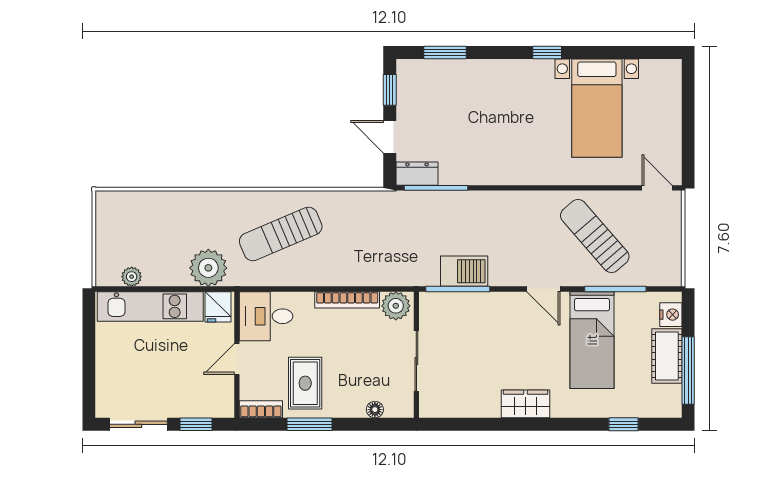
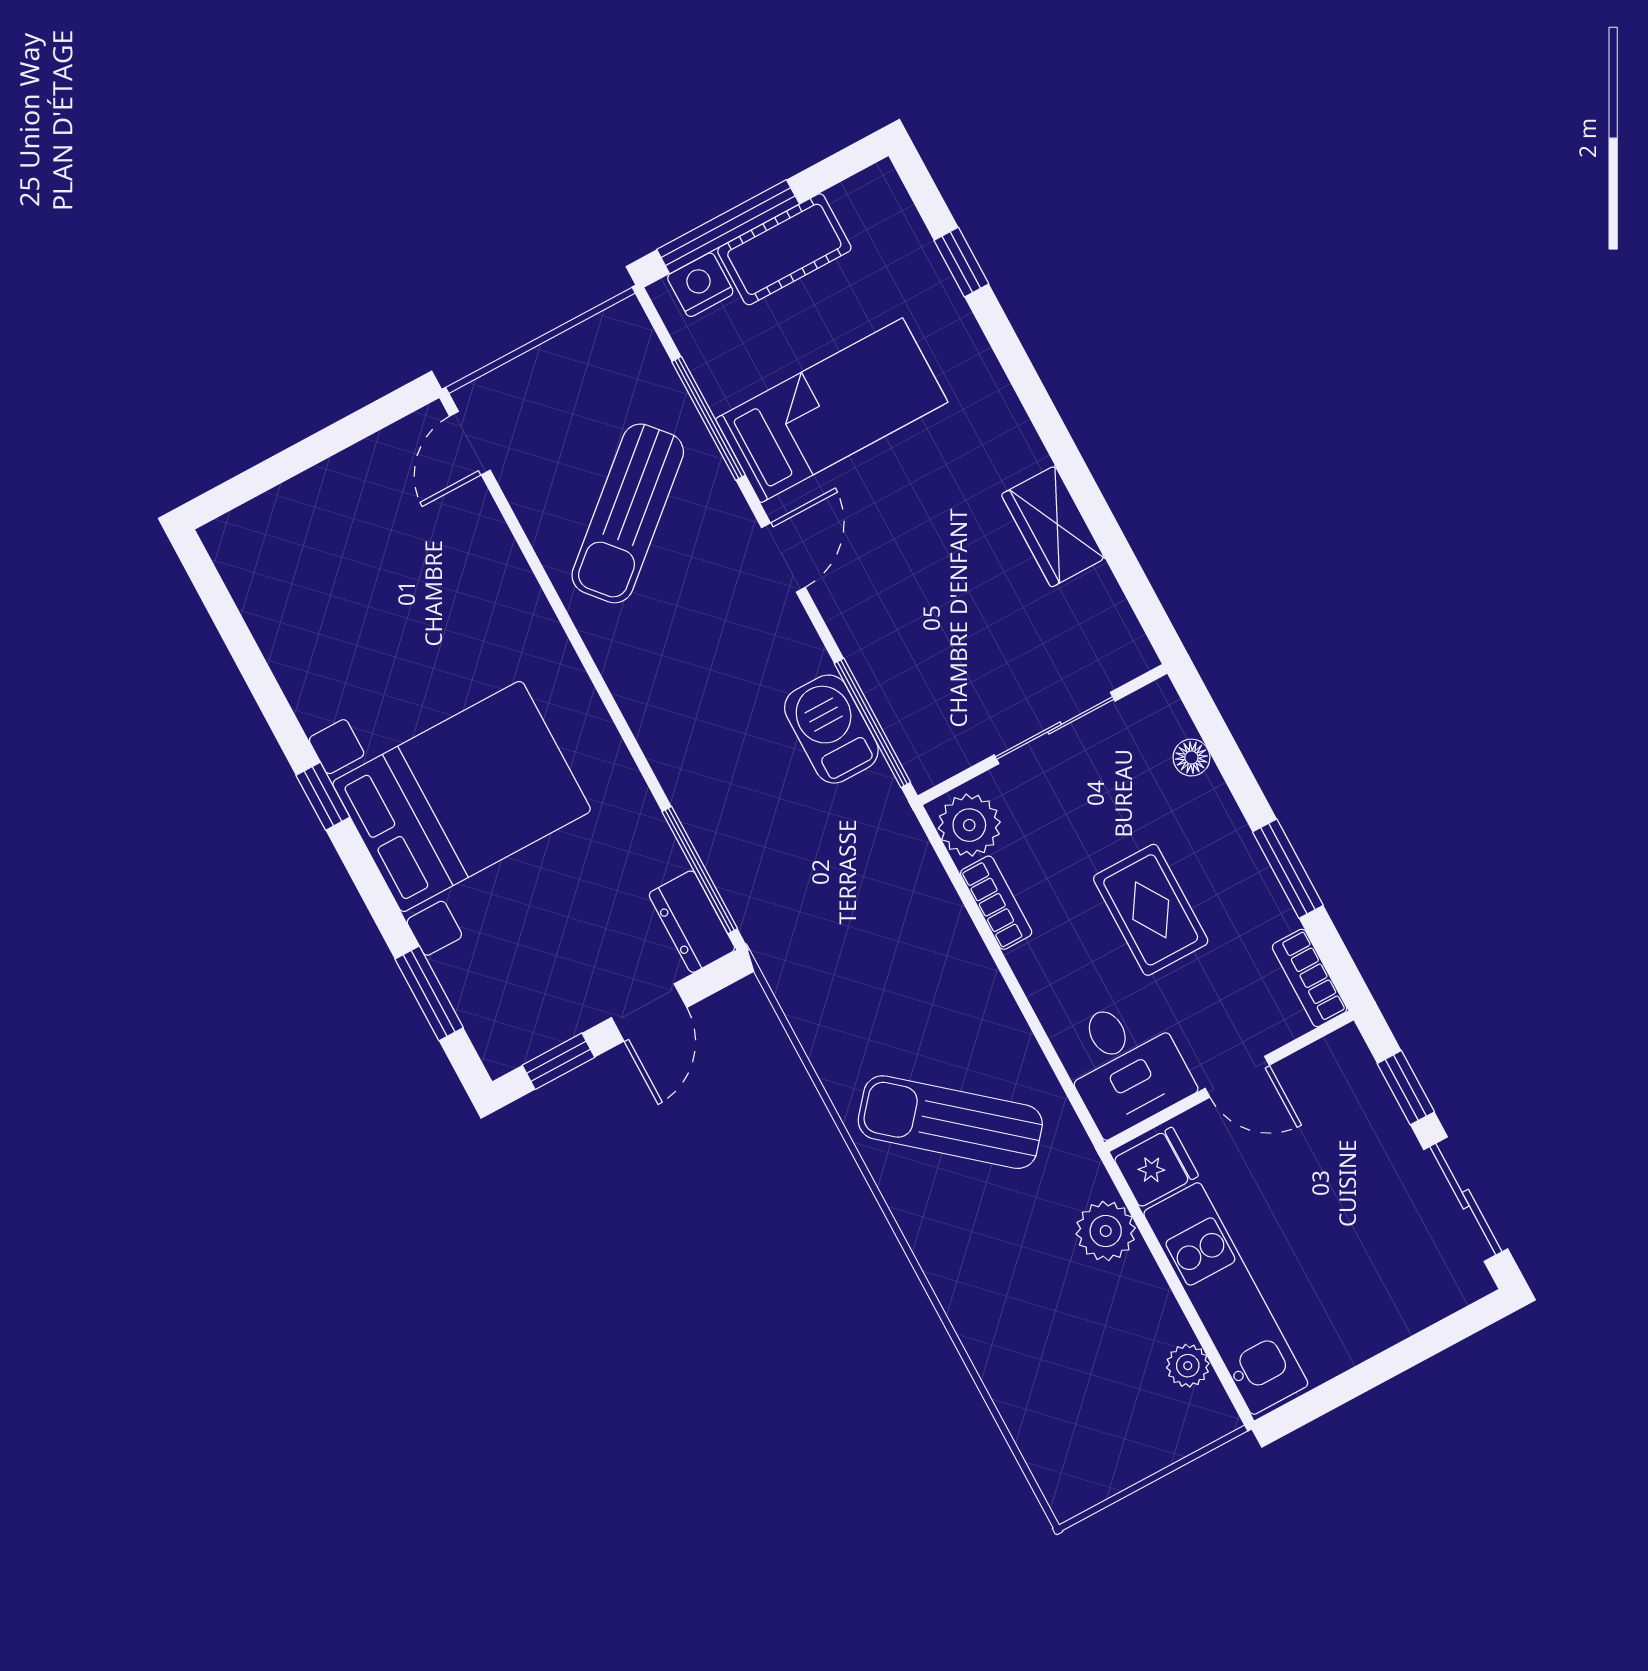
bed with nightstands: (597, 108) -> (462, 796), moved, width x1.36
sun lounger: (281, 234) -> (950, 1122), turned 153
plant: (208, 268) -> (1106, 1231), width x0.73, depth x0.73
bookcase: (347, 300) -> (996, 903), width x0.64
window: (688, 371) -> (728, 227), moved
rug: (305, 383) -> (1151, 910), moved, turned 90
wardrobe: (525, 404) -> (1053, 526), moved

